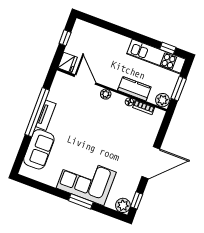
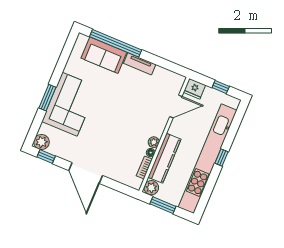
window: (168, 48) -> (222, 158), moved
kitchen unit: (156, 57) -> (208, 159), width x1.86
kitchen counter: (134, 89) -> (164, 158), width x1.50
plant: (106, 94) -> (154, 142), moved
window: (37, 112) -> (116, 43), moved

